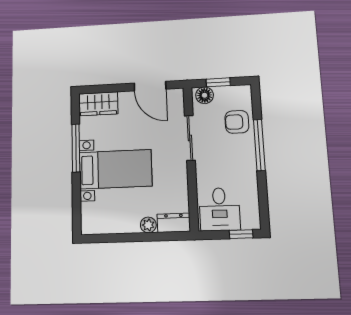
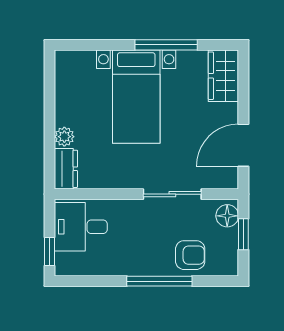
armchair: (237, 122) -> (190, 255), turned 90

